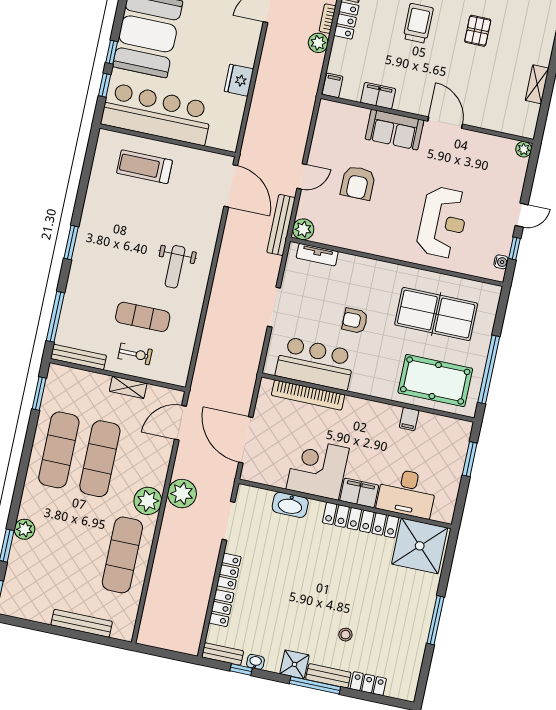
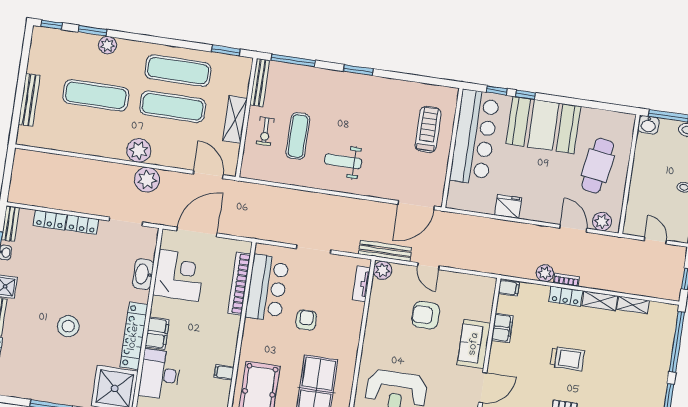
shelving: (128, 387) -> (235, 119), width x1.50, depth x1.33
corner desk: (318, 469) -> (179, 275), moved
exercise mat: (122, 555) -> (96, 95), moved
stool: (345, 635) -> (68, 326), moved, width x1.89, depth x1.89

